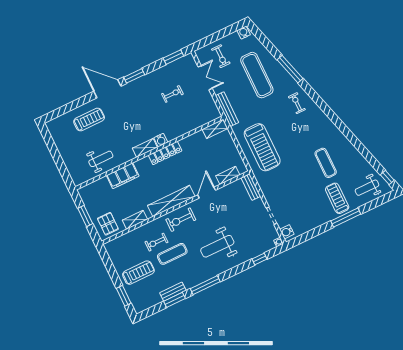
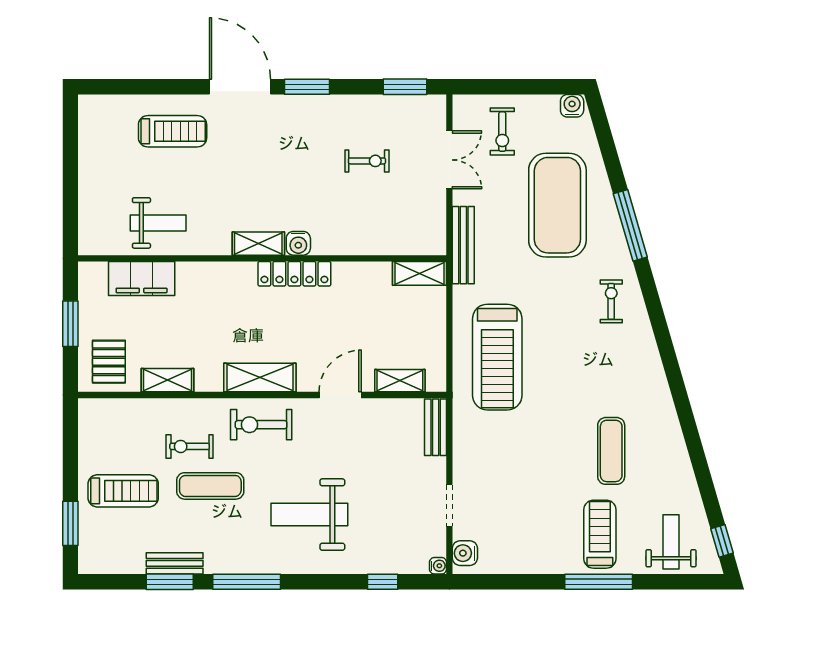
exercise mat: (257, 75) -> (557, 205), width x1.47
filing cabinet: (123, 176) -> (142, 278), moved
weight bench: (367, 188) -> (671, 542), turned 90
shelving: (171, 201) -> (260, 378), width x0.68

